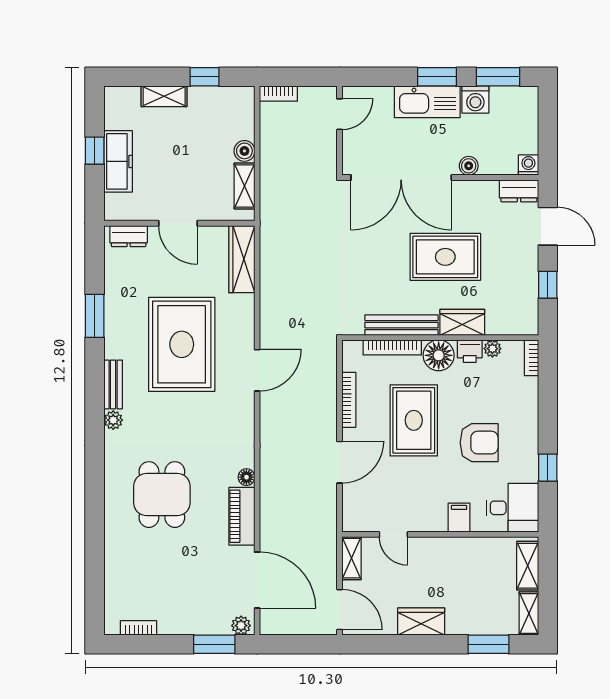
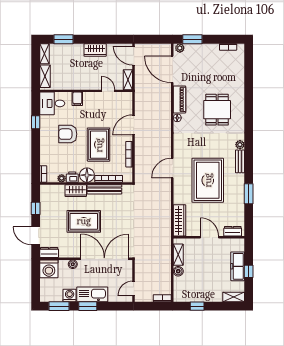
shelving: (164, 96) -> (234, 297), moved
washing machine: (528, 165) -> (49, 269), width x1.89, depth x1.89

